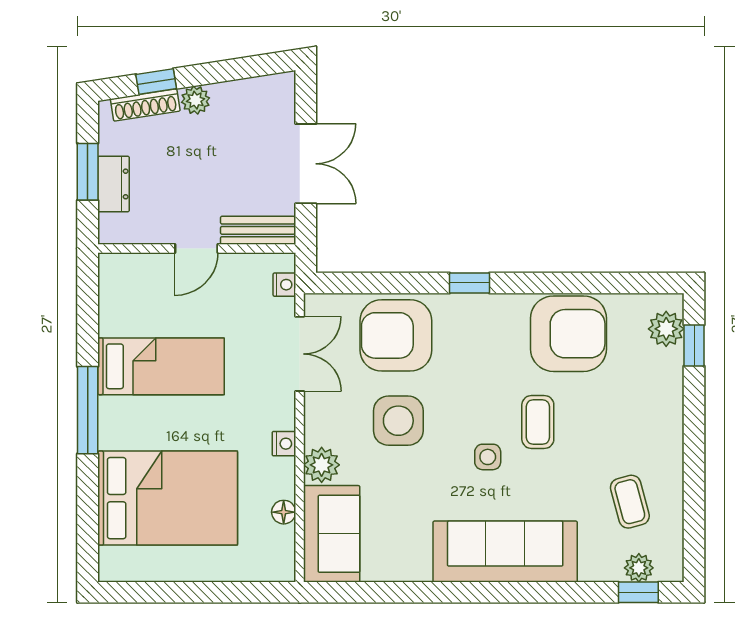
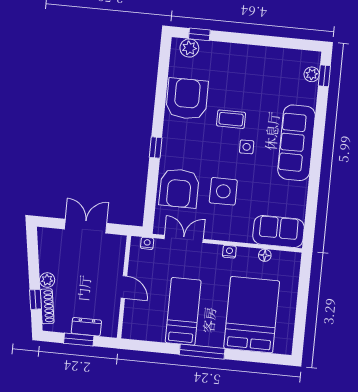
bench: (258, 230) -> (118, 254), removed
plant: (322, 465) -> (242, 233), removed
coffee table: (630, 502) -> (277, 76), removed

